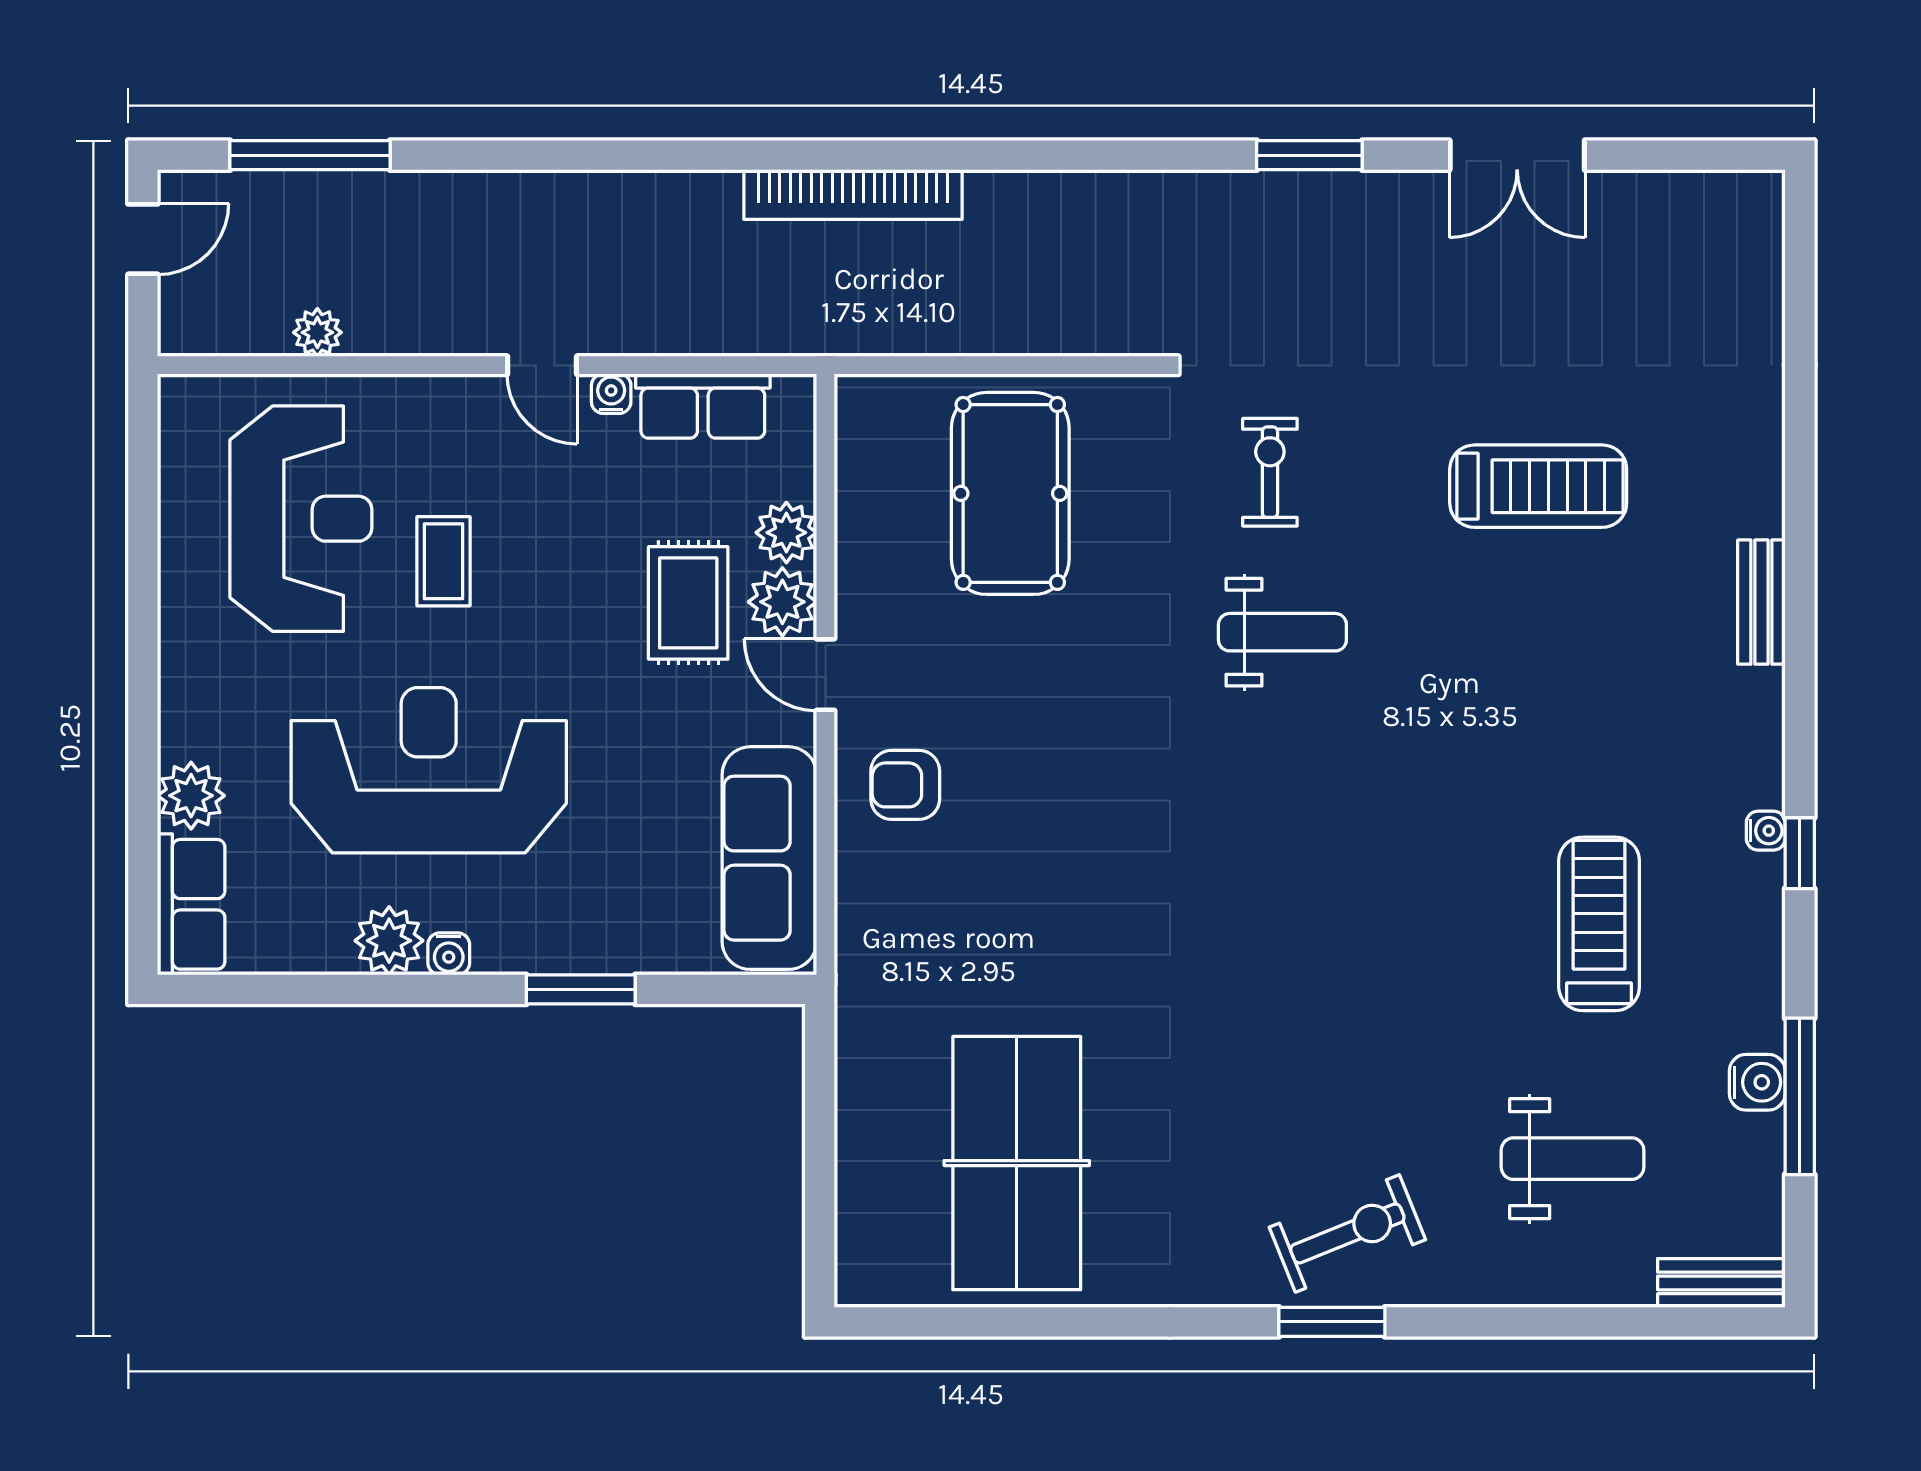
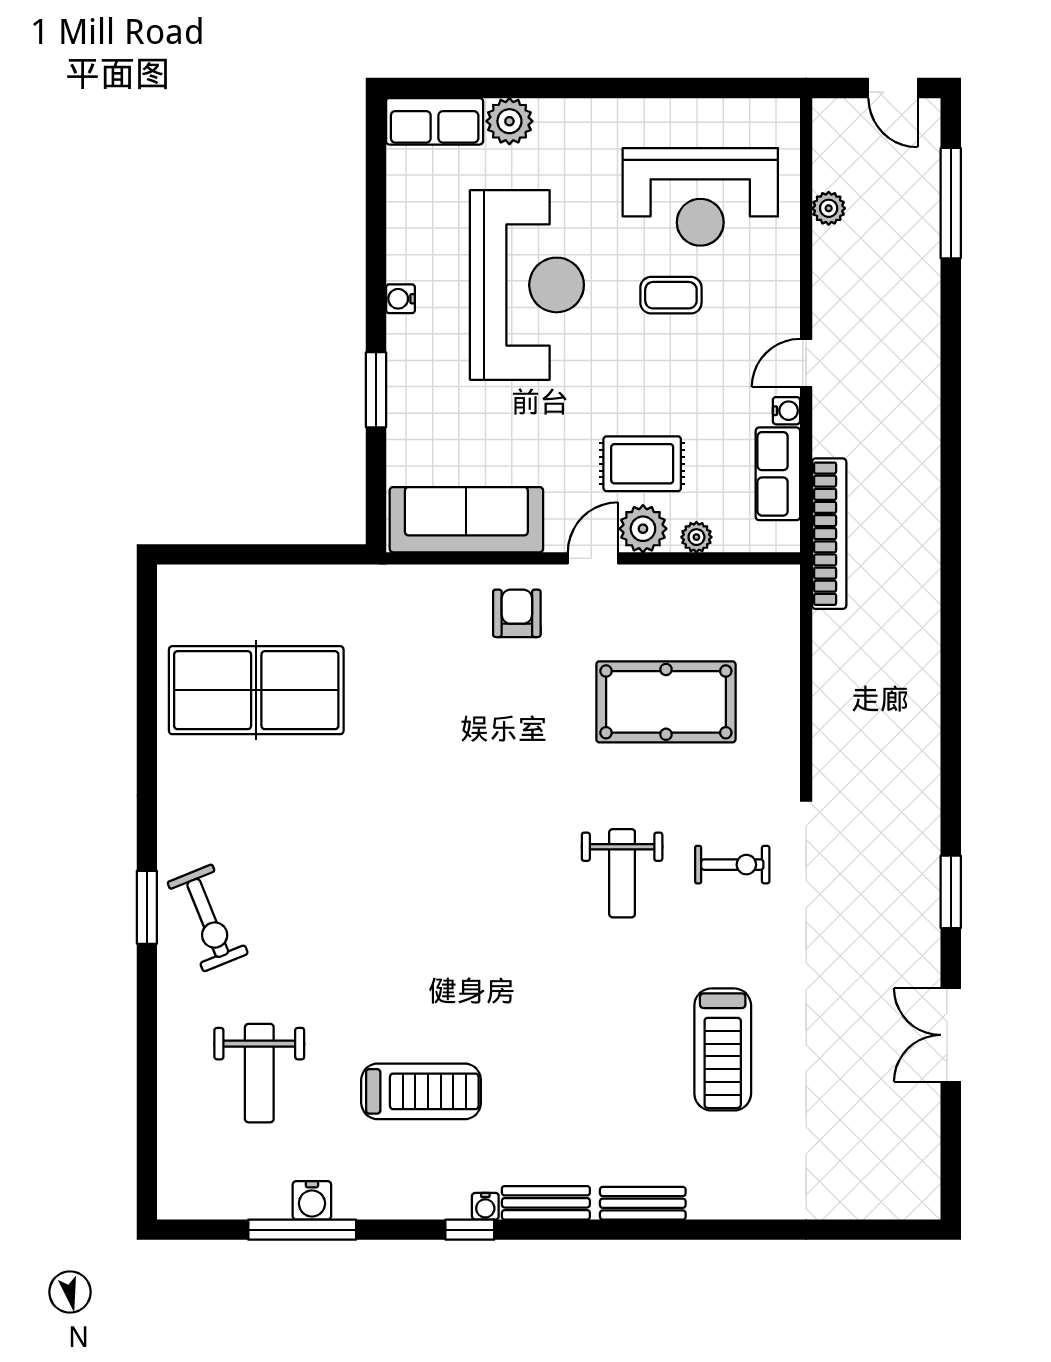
bookcase: (853, 194) -> (829, 534), moved, turned 180
pool table: (1010, 493) -> (666, 702), moved
plant: (786, 533) -> (696, 537), width x0.73, depth x0.73
plant: (389, 941) -> (409, 258), removed
bench: (1721, 1283) -> (546, 1203), moved, turned 90

